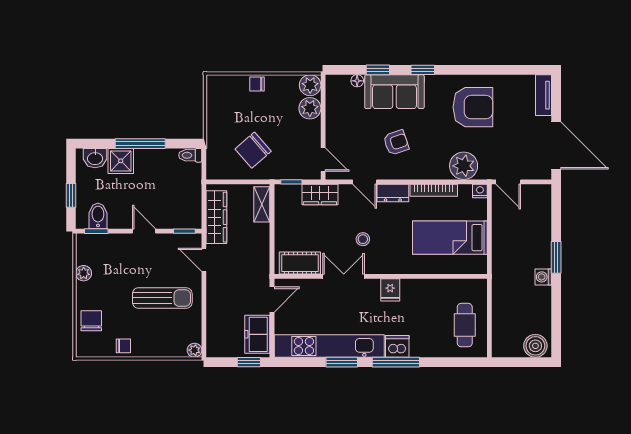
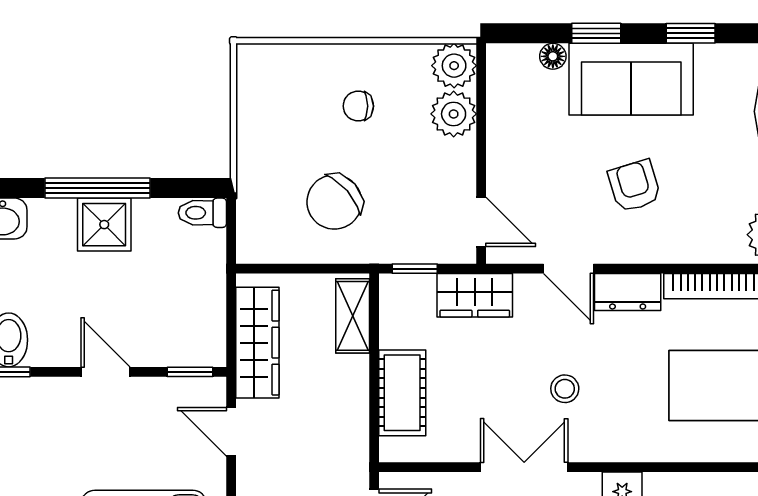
chair: (257, 84) -> (358, 106), moved
armchair: (396, 142) -> (634, 186), turned -88
shower: (121, 161) -> (104, 225), moved
cot: (300, 263) -> (402, 393), moved, turned 90

